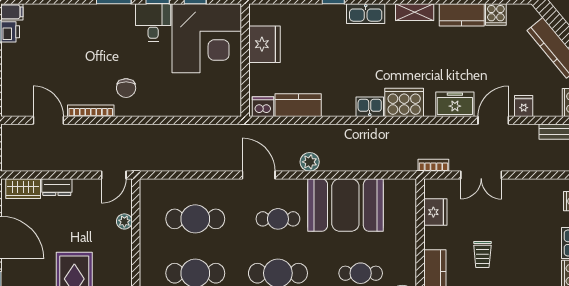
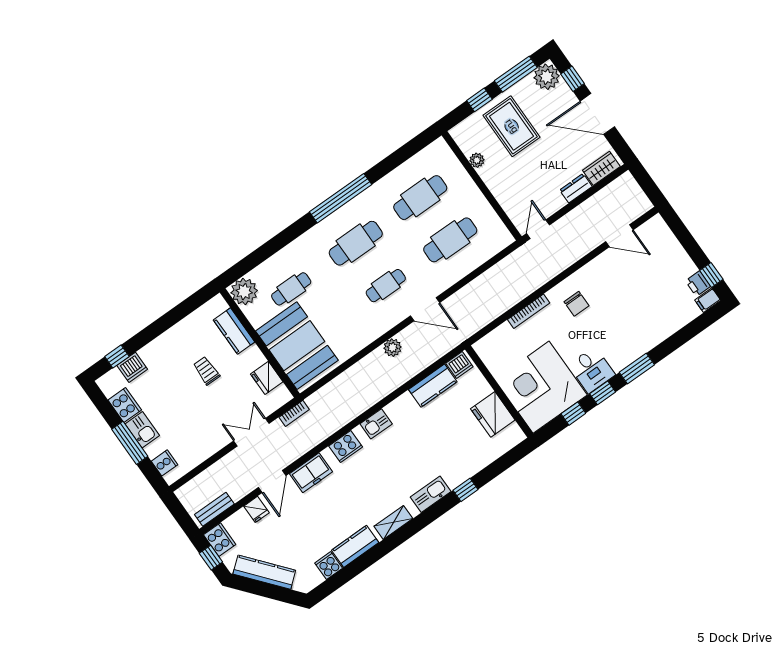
chair: (126, 88) -> (577, 304), turned 180
cooker: (404, 102) -> (346, 447), width x0.73, depth x0.76
bookcase: (91, 111) -> (529, 311), moved
booth: (345, 205) -> (297, 346), moved, turned 90
plant: (124, 221) -> (477, 160), moved

